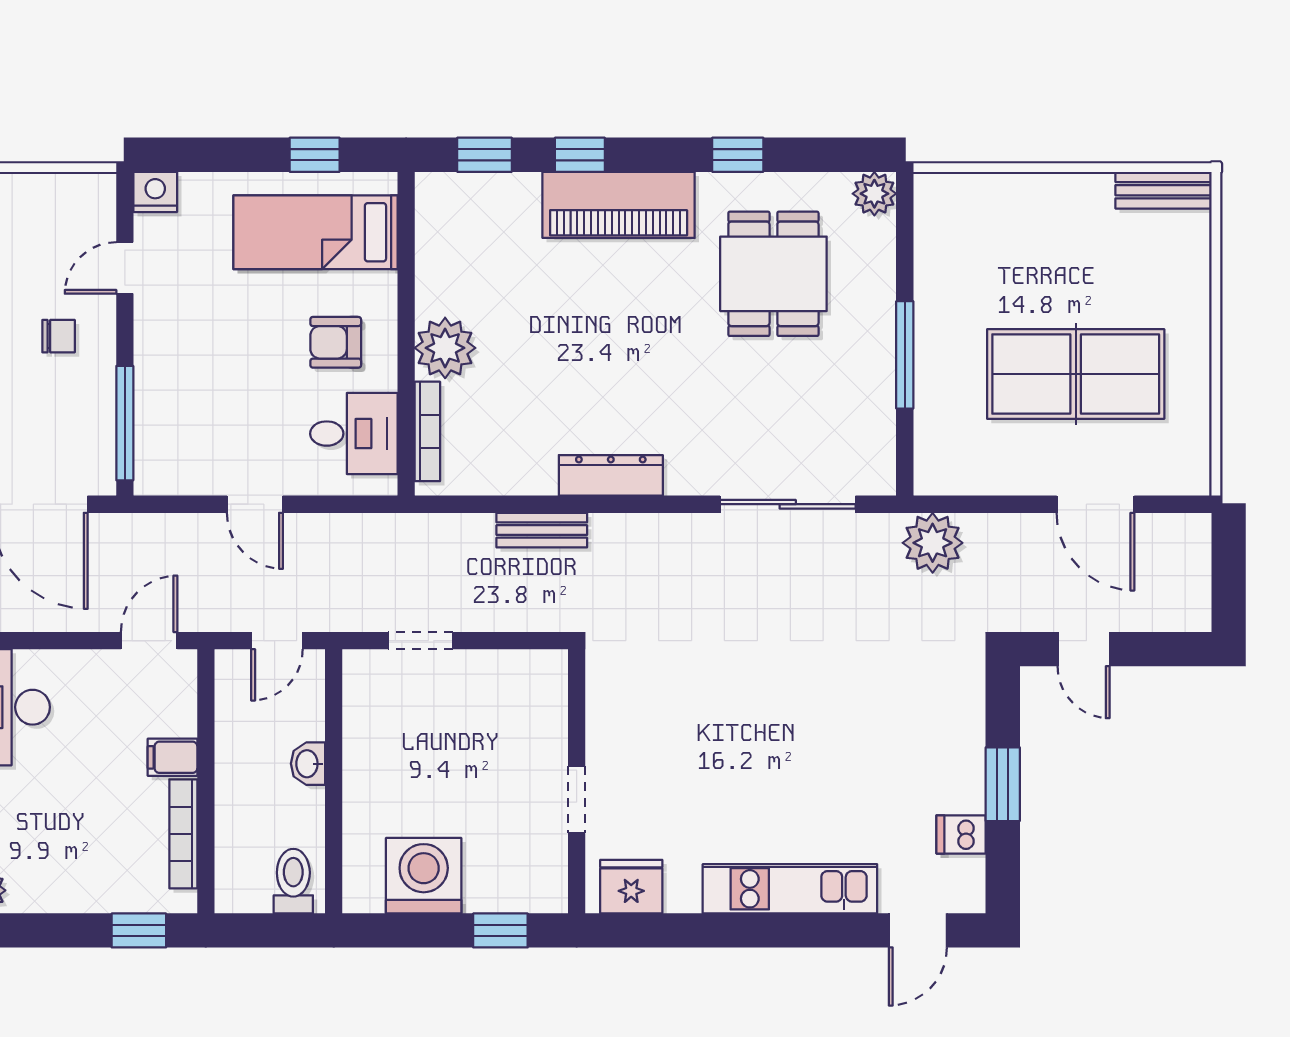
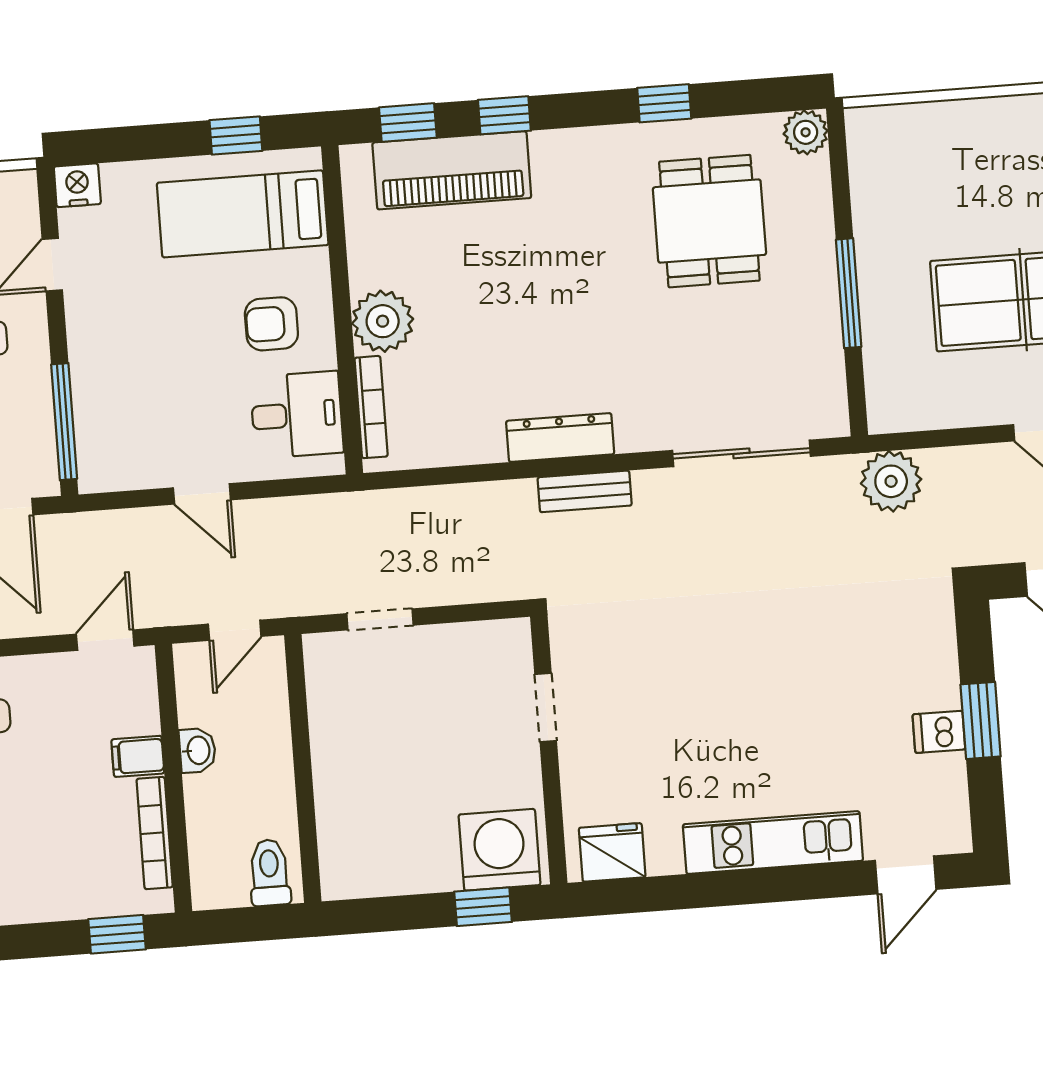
piano: (619, 205) -> (452, 170), moved
bench: (542, 530) -> (585, 491), moved
washbasin: (308, 764) -> (197, 750), moved, turned 180
doorway: (577, 800) -> (546, 708), moved
dishwasher: (961, 834) -> (939, 732), moved
washing machine: (424, 876) -> (500, 850), moved

